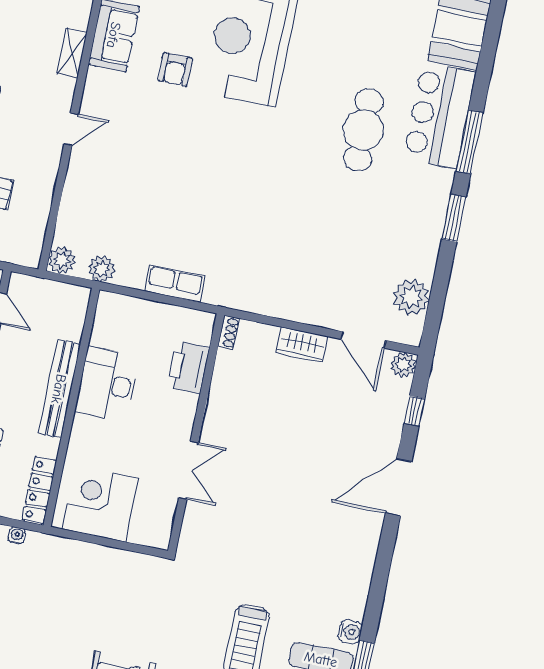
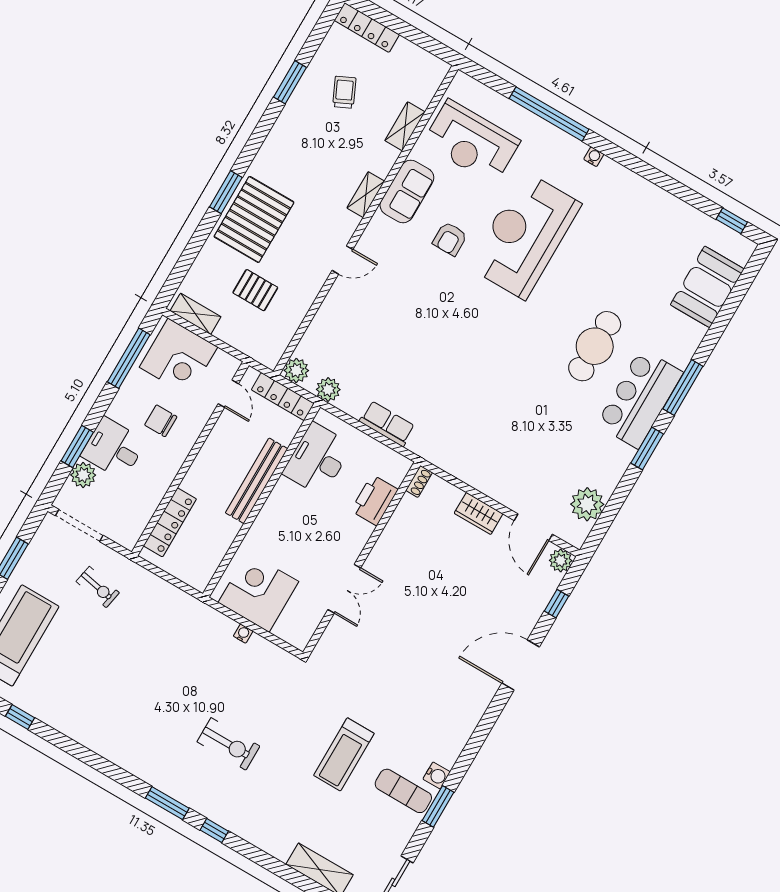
bar counter: (439, 115) -> (640, 399), moved
desk: (107, 384) -> (318, 459), moved
locker: (39, 490) -> (283, 397), moved, turned -90
water cooler: (17, 535) -> (243, 634), moved

